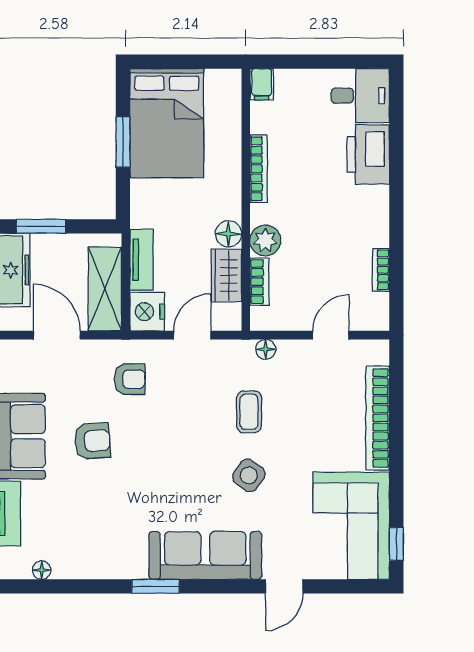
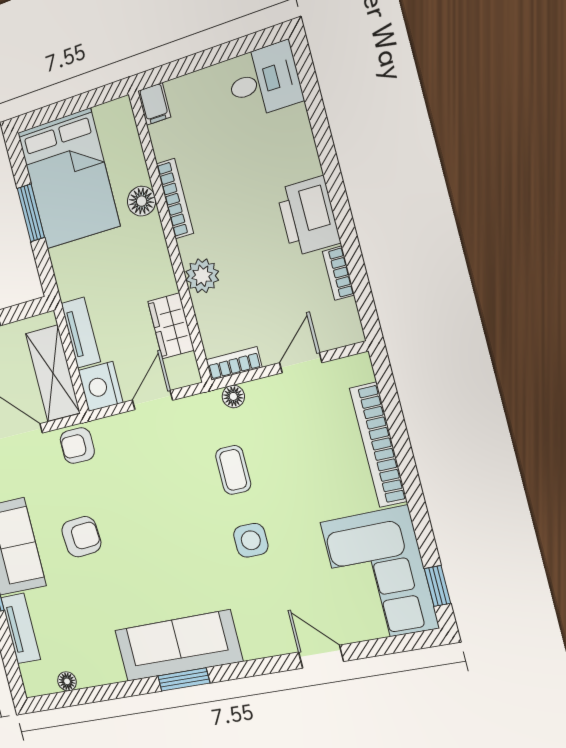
printer: (368, 154) -> (308, 216), moved
floor lamp: (228, 234) -> (142, 201), moved
bookcase: (259, 282) -> (234, 363), moved, turned -90
armchair: (130, 379) -> (77, 446), moved, turned 180
side table: (249, 475) -> (251, 540), turned -35
sofa: (205, 555) -> (178, 646), moved
door: (284, 586) -> (321, 657), swing flipped

